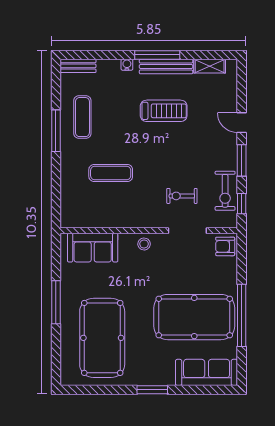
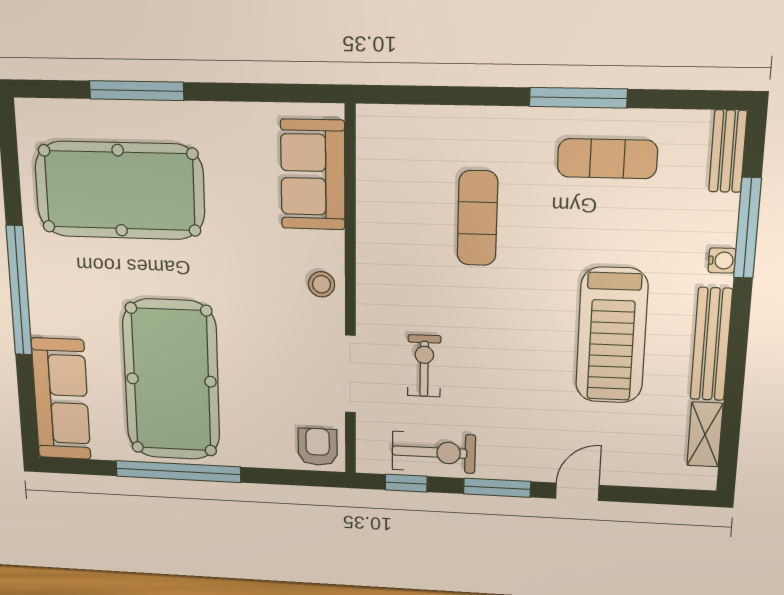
window: (157, 55) -> (747, 228), moved
treadmill: (164, 111) -> (612, 335), width x1.37, depth x1.38
exercise bike: (225, 191) -> (434, 452), turned 180
window: (56, 302) -> (137, 91), moved
window: (152, 390) -> (19, 291), width x2.11

